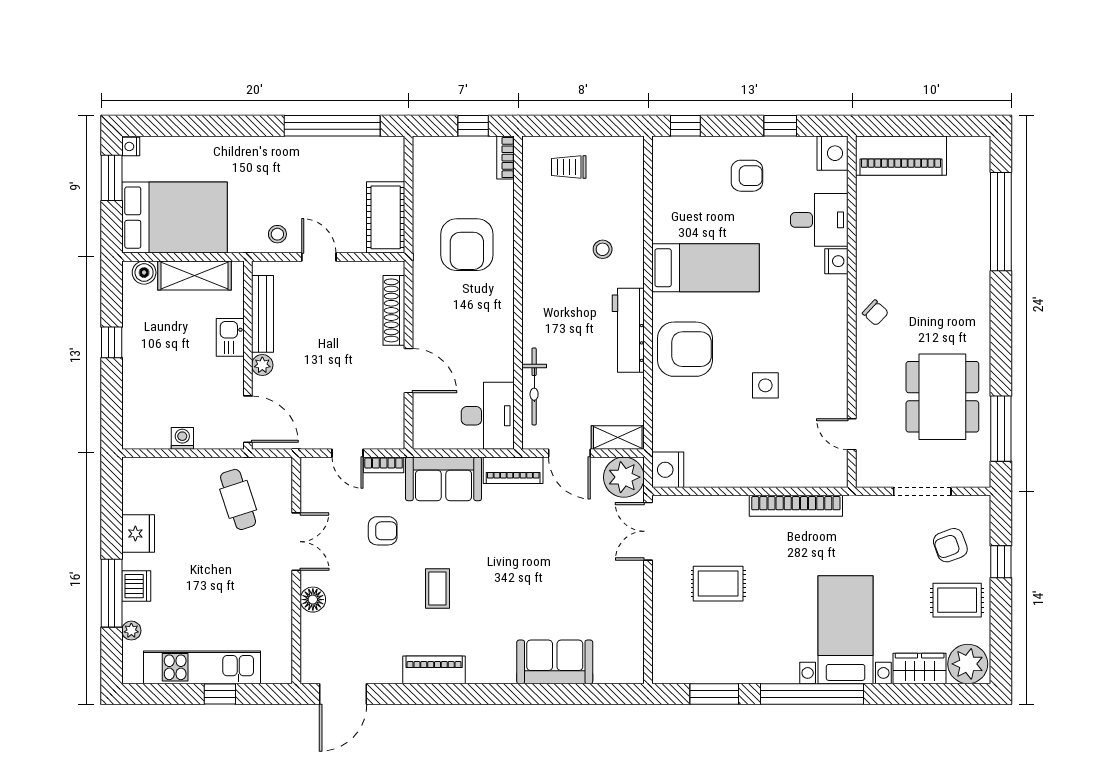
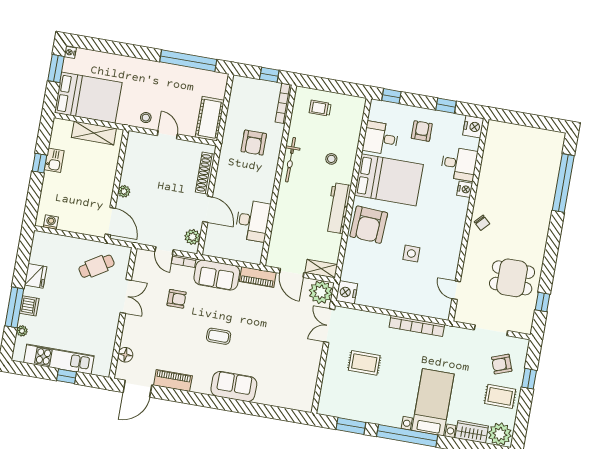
piano: (901, 156) -> (512, 135), removed
bookcase: (506, 158) -> (283, 103), width x1.56
armchair: (747, 176) -> (422, 131), turned -90
desk: (680, 200) -> (381, 138), added
armchair: (467, 245) -> (254, 143), width x0.73, depth x0.73
bed: (706, 268) -> (389, 180), width x1.50
boiler: (144, 273) -> (65, 126), removed
bench: (263, 314) -> (129, 162), removed
kitchen sink: (230, 337) -> (54, 160), moved, turned 180
armchair: (685, 349) -> (369, 225), turned 93
bicycle: (534, 386) -> (291, 160), moved
dining table: (942, 397) -> (512, 278), width x0.73
desk: (488, 416) -> (253, 221), moved
plant: (391, 422) -> (192, 237), added
window: (1001, 429) -> (543, 302), width x0.46
washing machine: (182, 438) -> (51, 222), moved
cafe table: (238, 499) -> (97, 266), turned 76
coffee table: (437, 588) -> (219, 336), moved, turned 90
floor lamp: (313, 600) -> (125, 355), moved
sofa: (555, 662) -> (234, 386), moved
piano: (434, 670) -> (173, 381), moved

